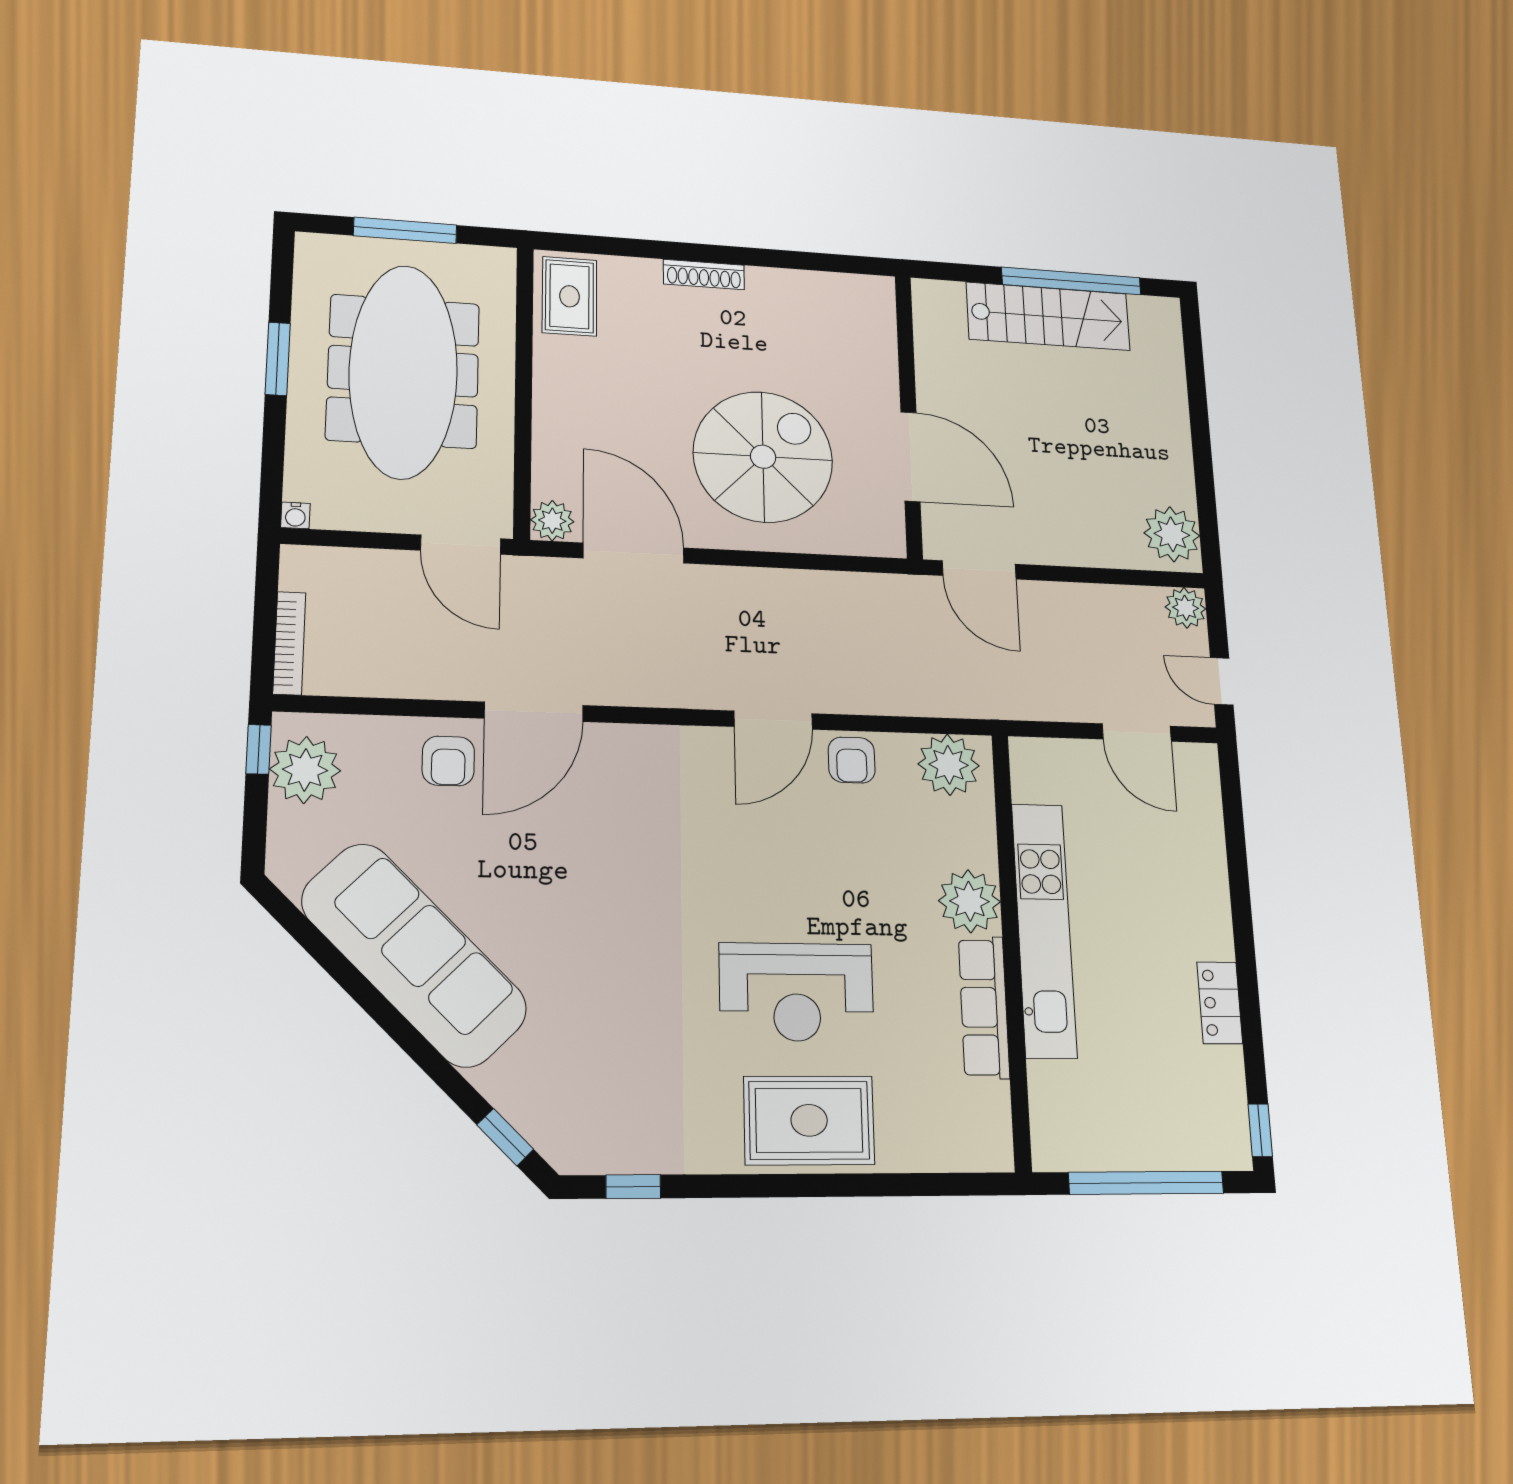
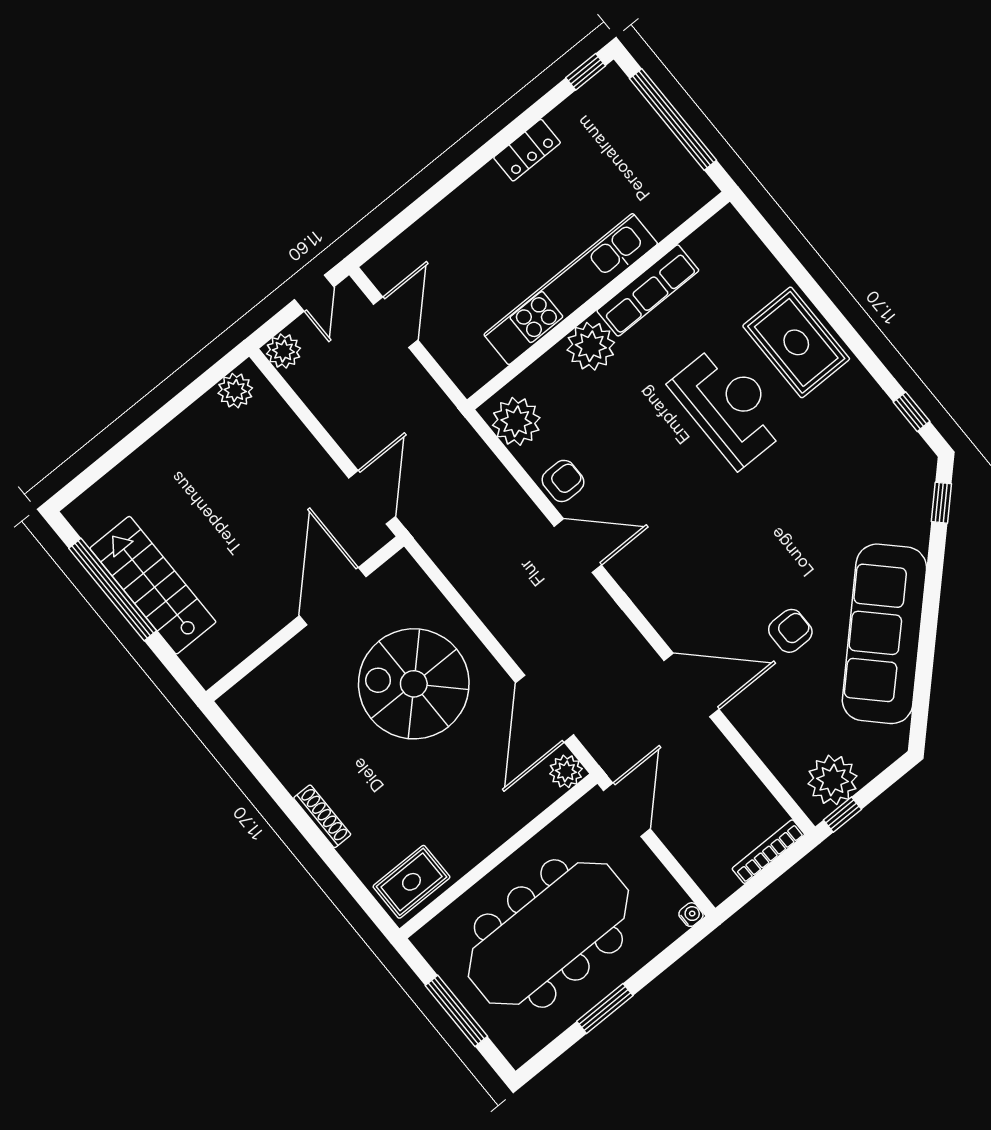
plant: (1172, 534) -> (235, 391), width x0.73, depth x0.73
armchair: (448, 761) -> (790, 631), moved

